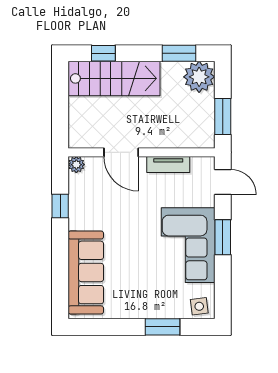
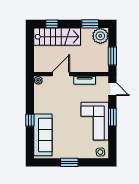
door: (121, 152) -> (61, 74), swing flipped
window: (60, 206) -> (30, 120), moved
window: (163, 327) -> (69, 162), moved

